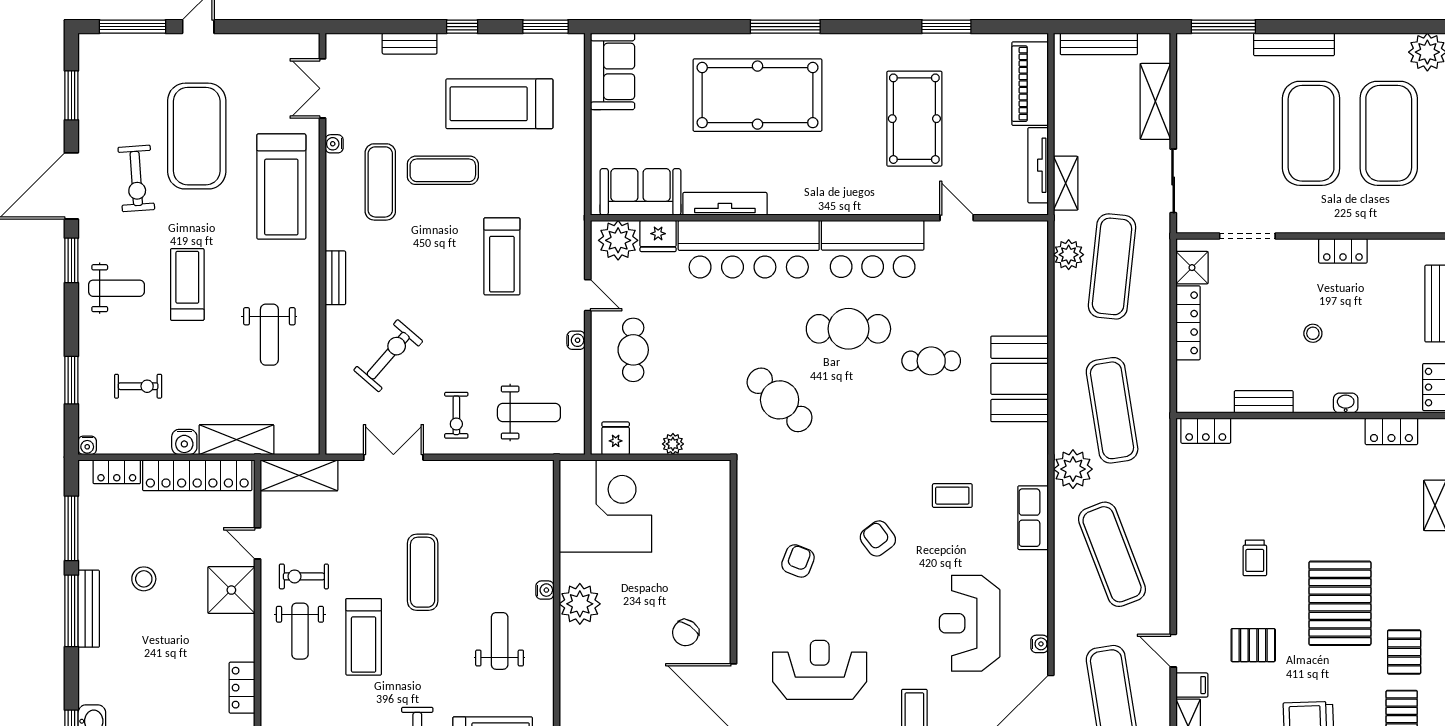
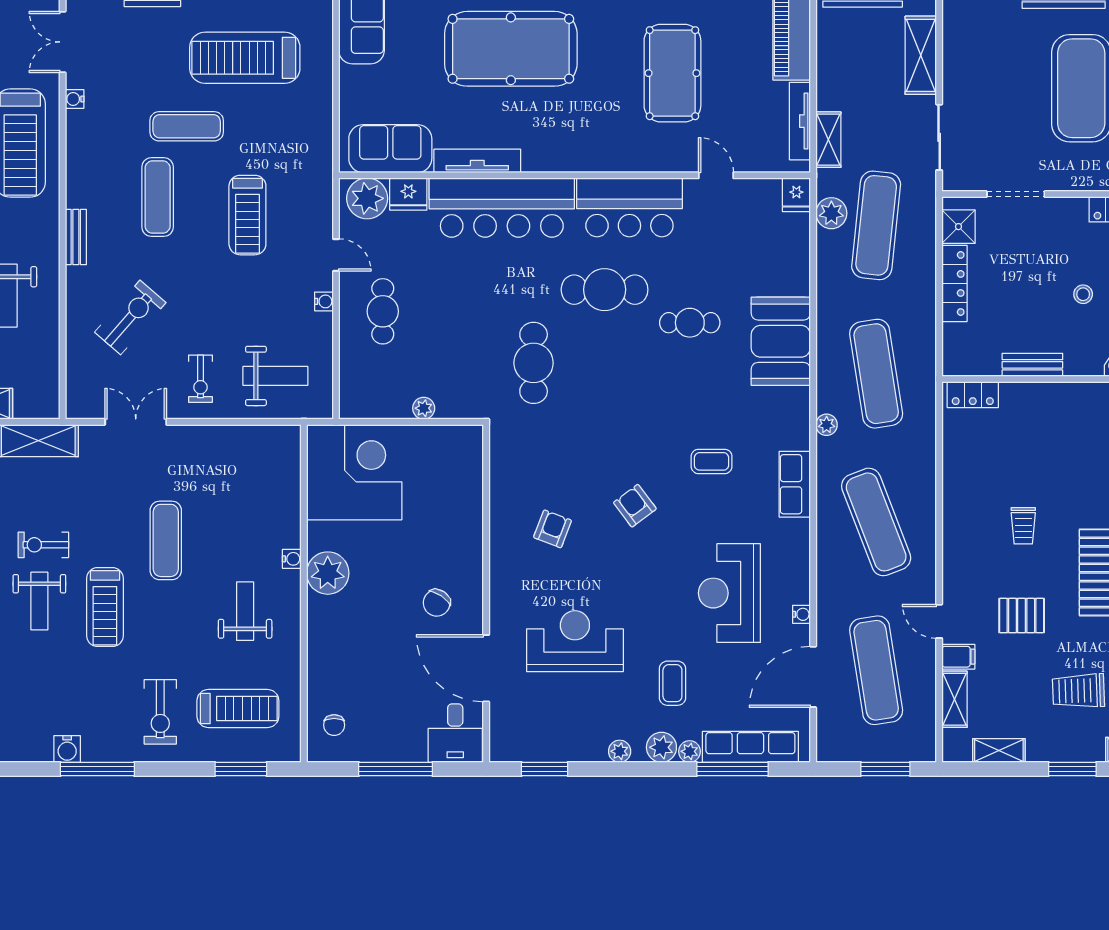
exercise mat: (380, 182) -> (158, 197), moved
cafe table: (780, 400) -> (534, 363), turned 46
fridge: (616, 438) -> (796, 195), moved, turned 180
plant: (1073, 469) -> (827, 425), width x0.53, depth x0.53

